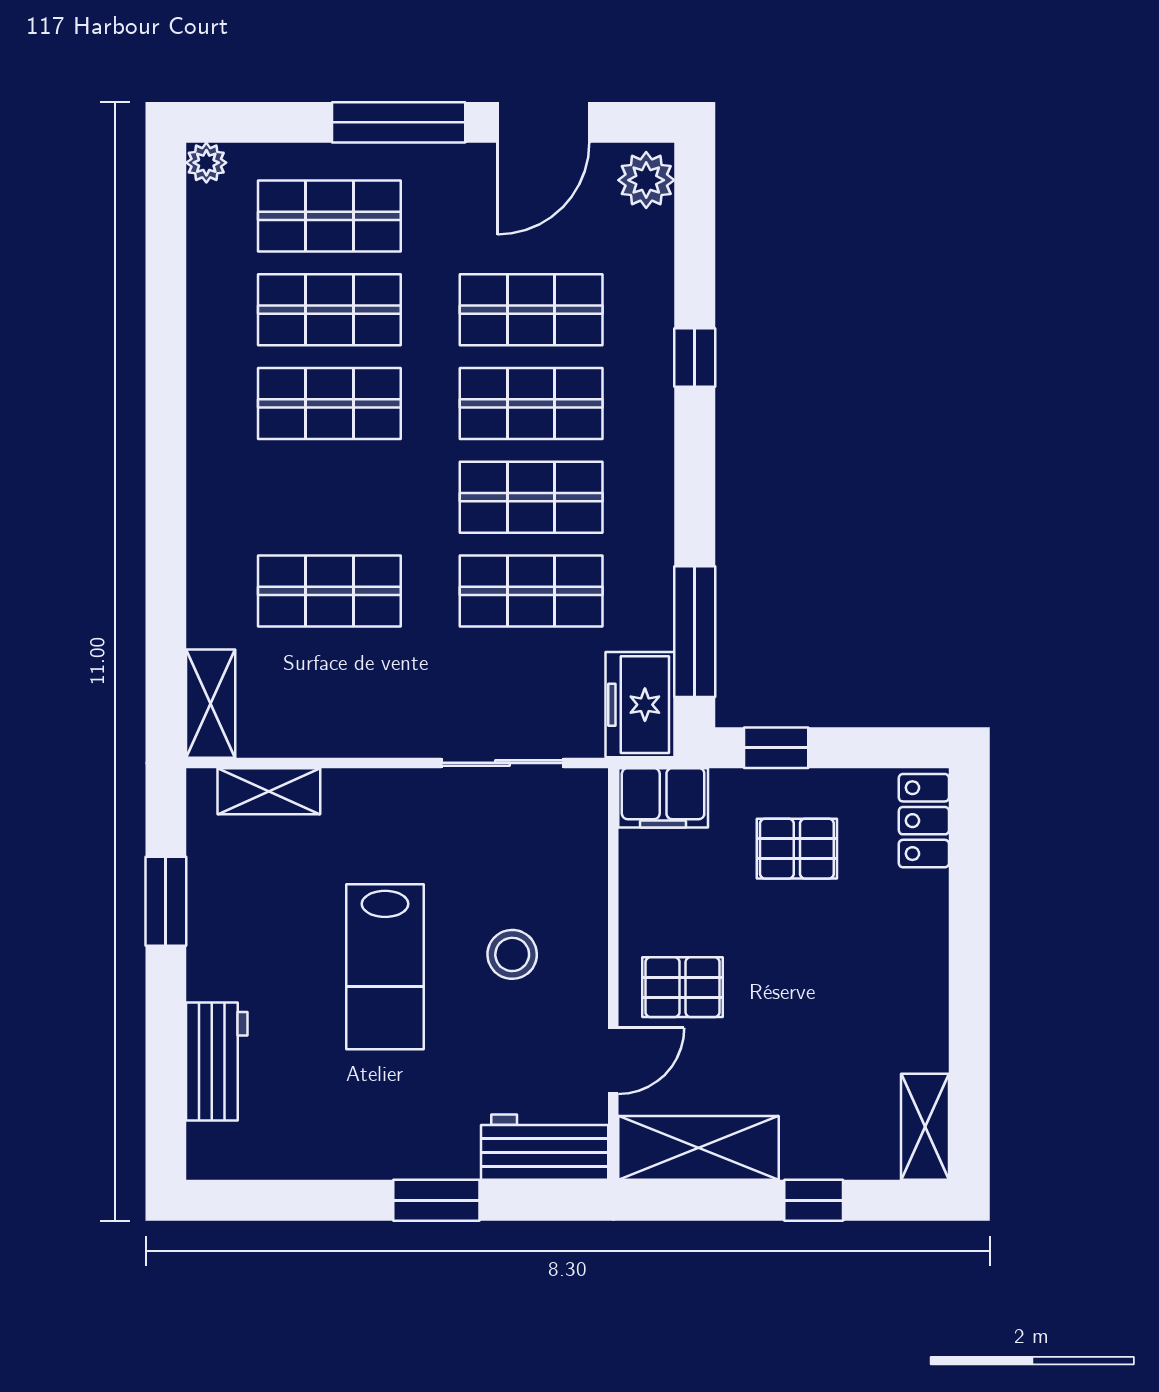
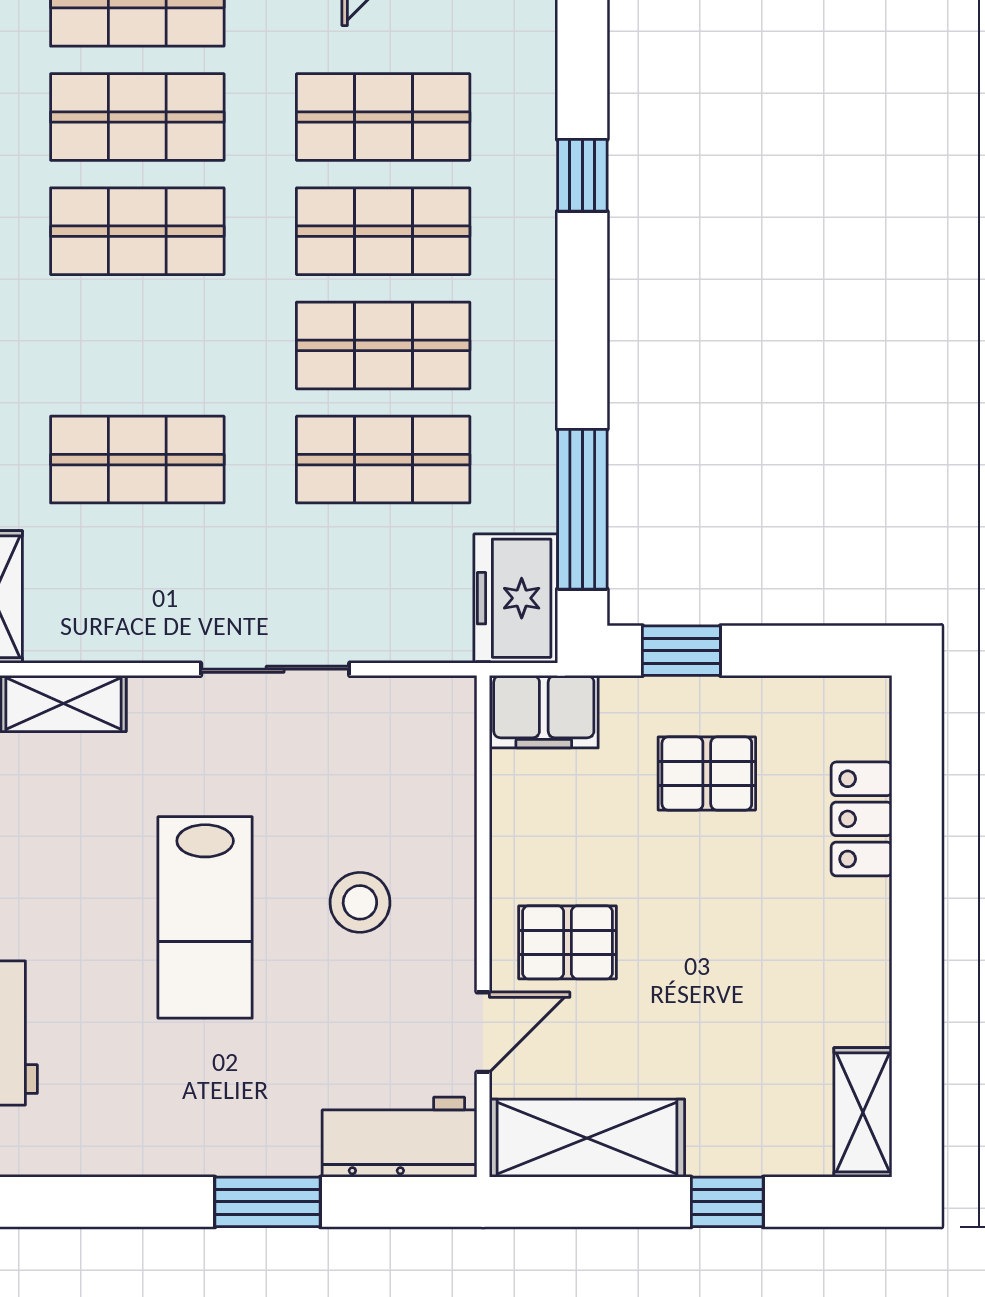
sliding door: (502, 763) -> (275, 669), moved
locker: (924, 821) -> (862, 819), moved

